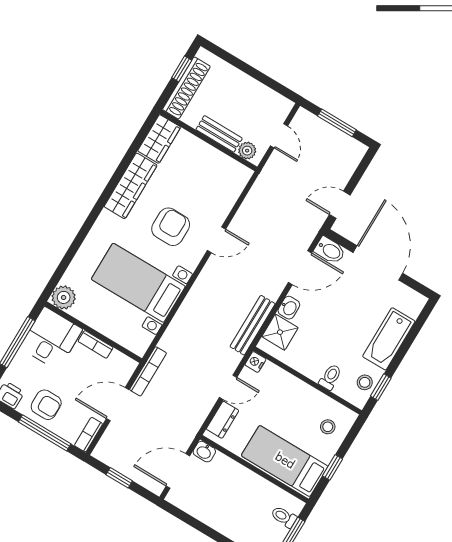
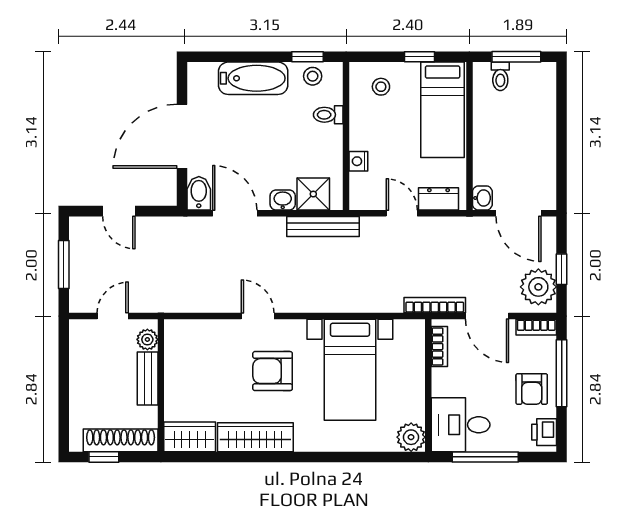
door: (340, 205) -> (119, 211), moved
bookcase: (96, 344) -> (439, 347), moved
nightstand: (255, 362) -> (358, 161), moved, turned 90
armchair: (46, 405) -> (532, 389), turned 180
plant: (116, 453) -> (538, 287), added

